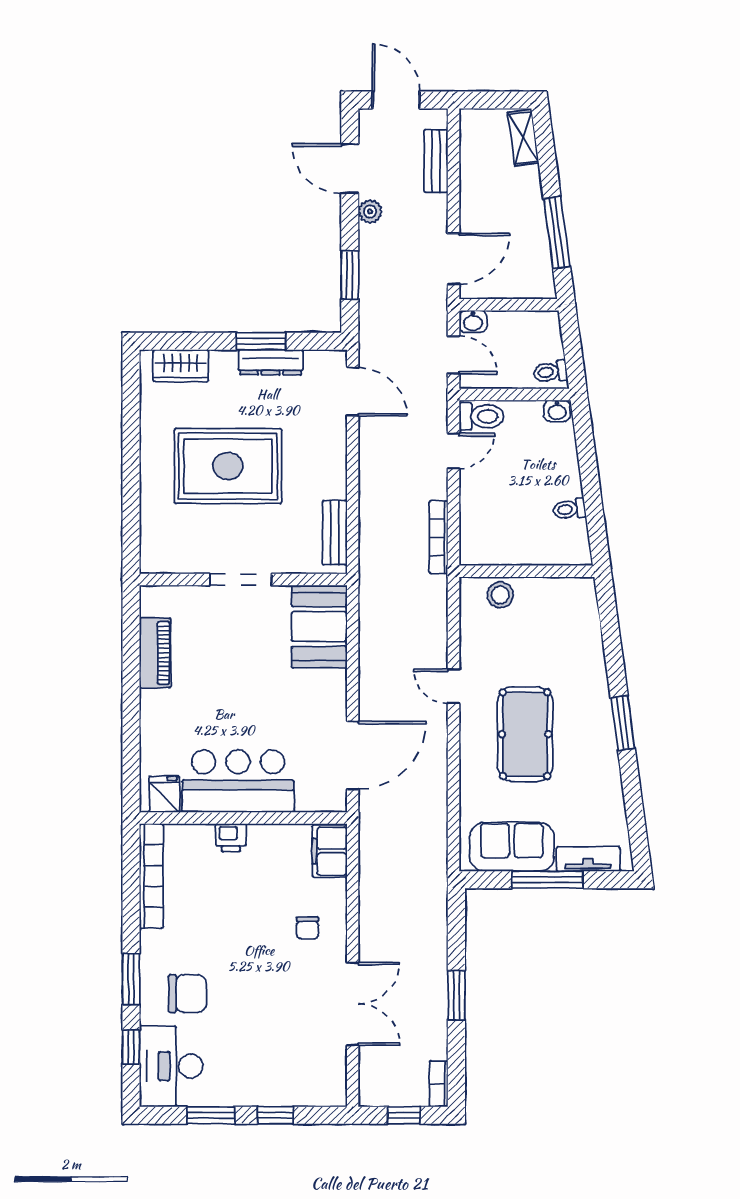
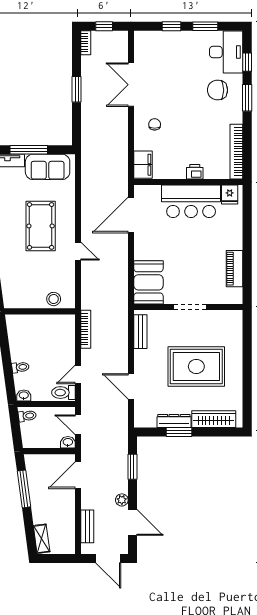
wardrobe: (181, 366) -> (214, 419), width x1.50
door: (353, 392) -> (131, 386), moved
toilet: (569, 509) -> (20, 367), moved

